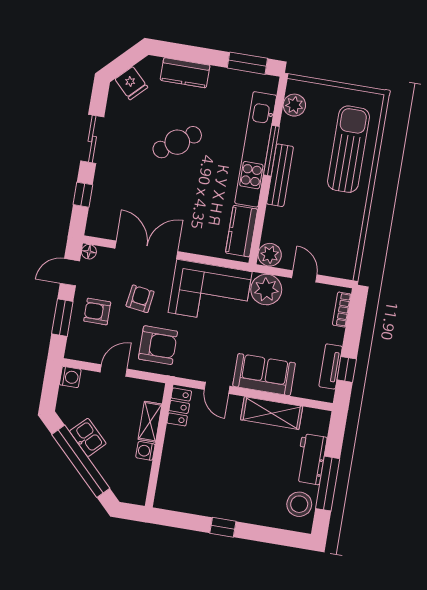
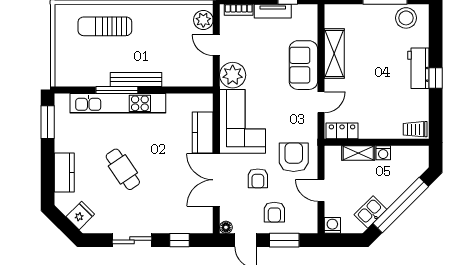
plant: (294, 105) -> (76, 77), removed
sun lounger: (349, 149) -> (105, 26), width x0.73, depth x0.75
kitchen counter: (241, 231) -> (203, 133), moved, turned 90
plant: (270, 255) -> (203, 20), moved
door: (304, 276) -> (216, 45), hinge flipped
armchair: (140, 299) -> (258, 178), turned -98
tv unit: (331, 366) -> (273, 11), moved
kitchen sink: (88, 437) -> (370, 212), moved
workbench: (311, 459) -> (418, 68), moved, turned 90
trolley: (167, 493) -> (415, 129), added

